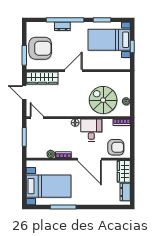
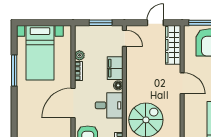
door: (37, 118) -> (124, 38), hinge flipped
filing cabinet: (61, 125) -> (115, 68), added

